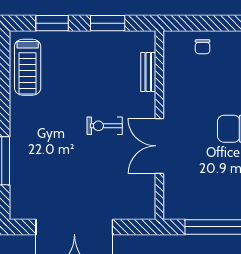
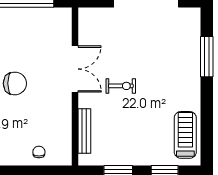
bench: (148, 72) -> (84, 131), width x1.36

